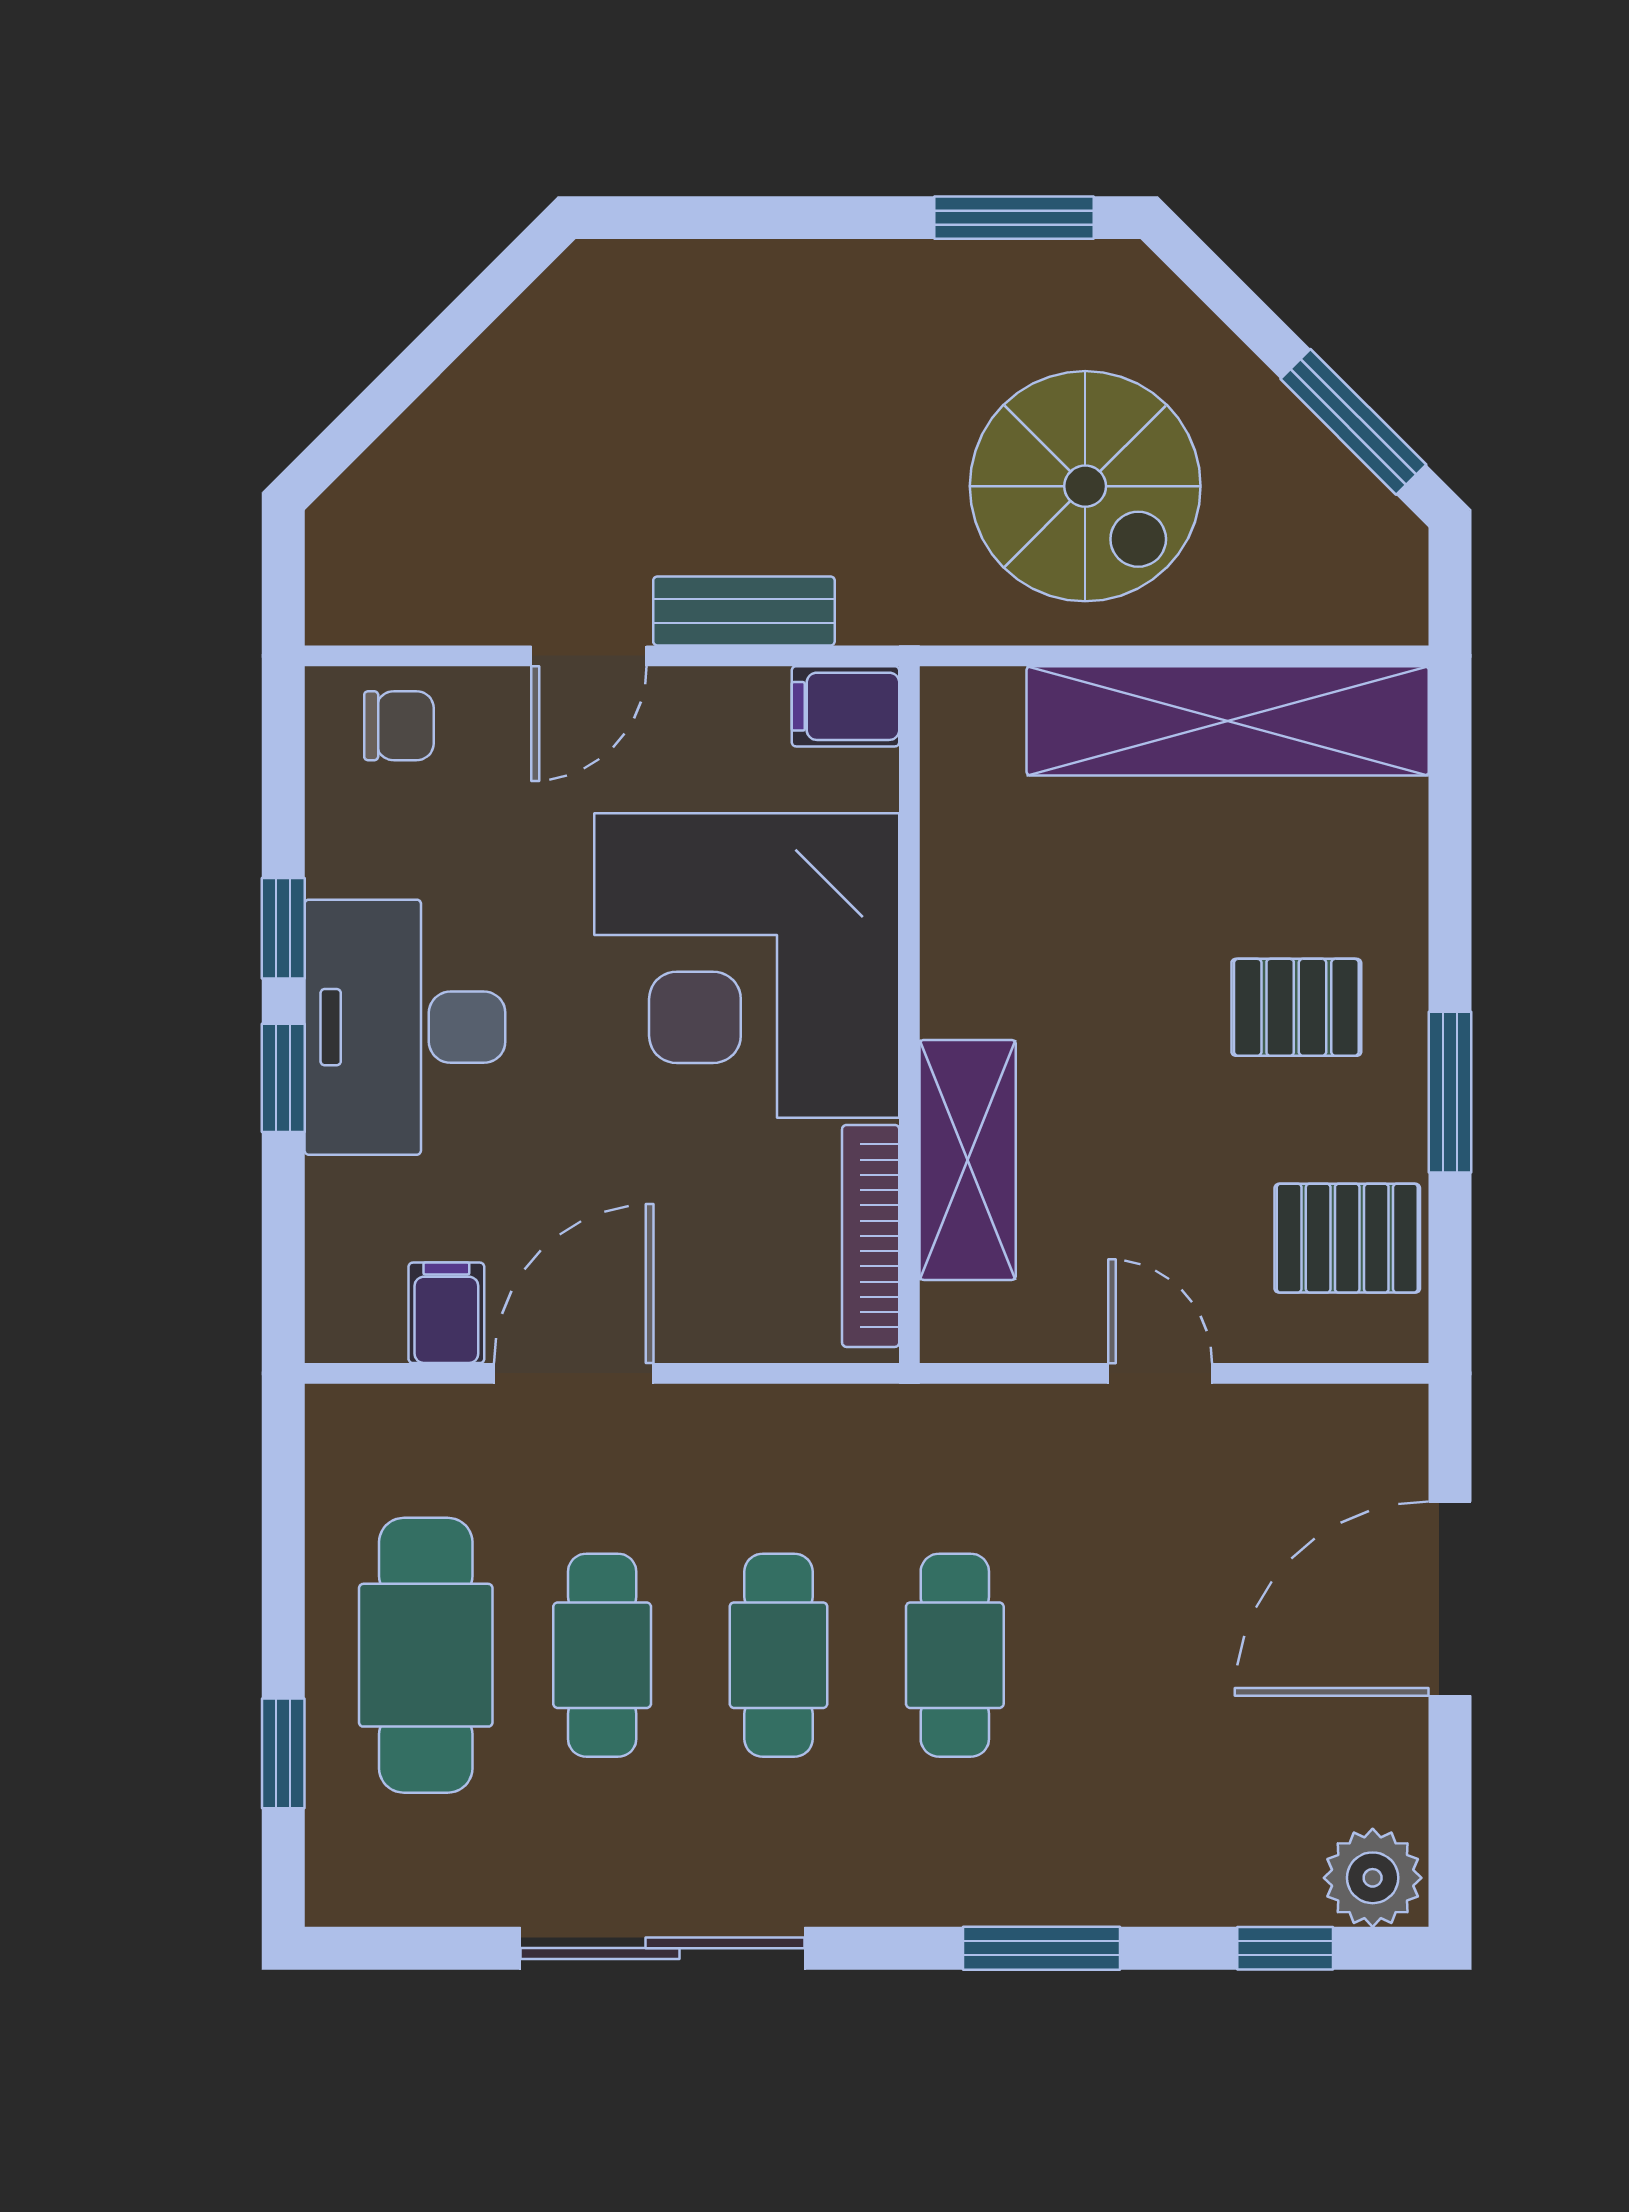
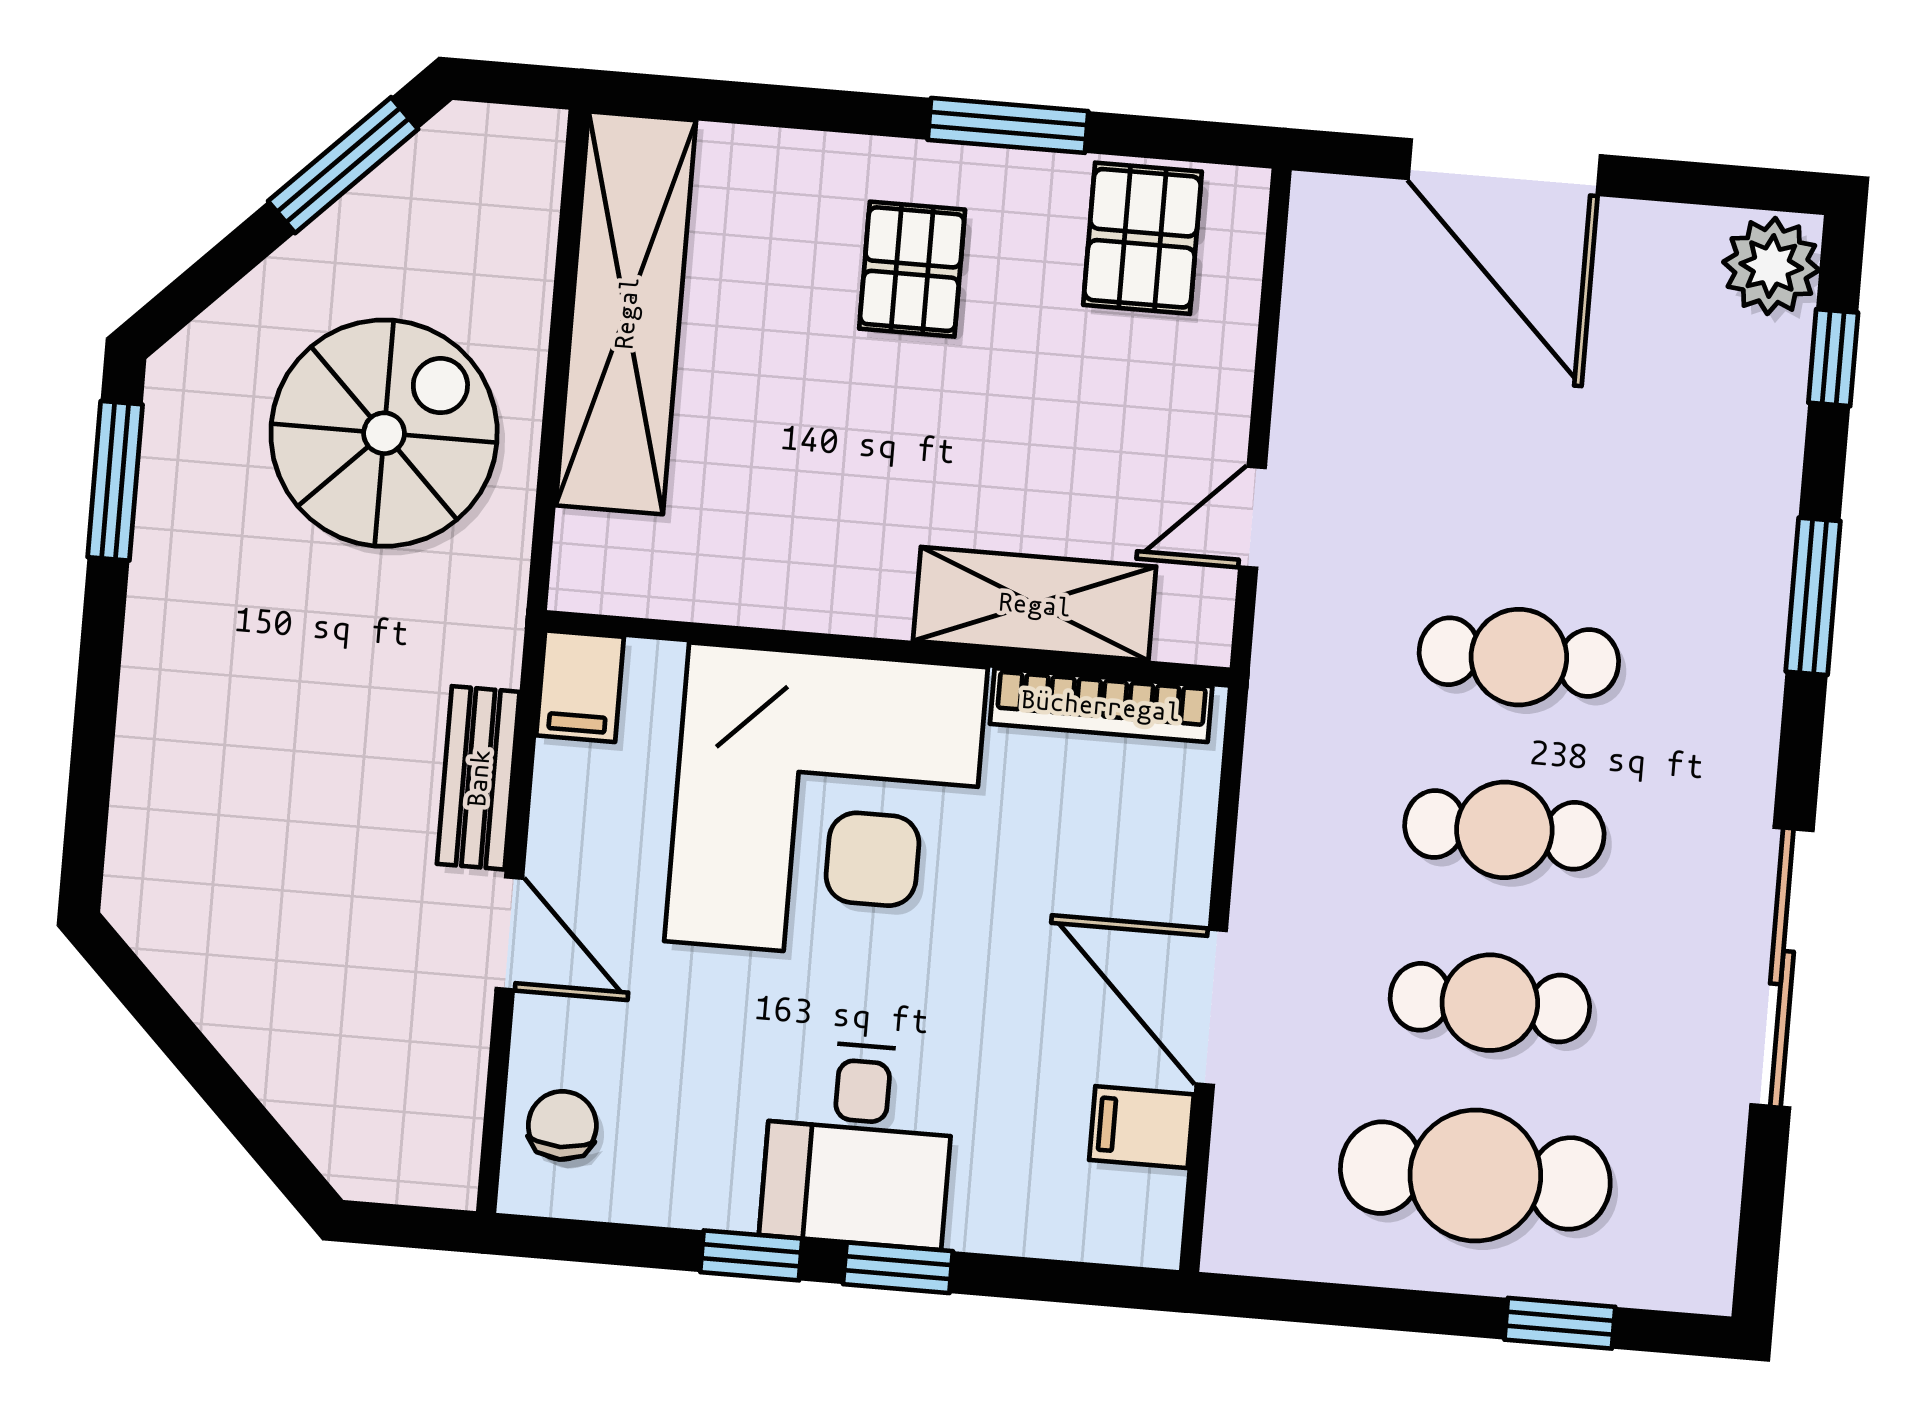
desk: (405, 1027) -> (858, 1144), width x0.73
door: (1160, 1373) -> (1252, 517), moved

